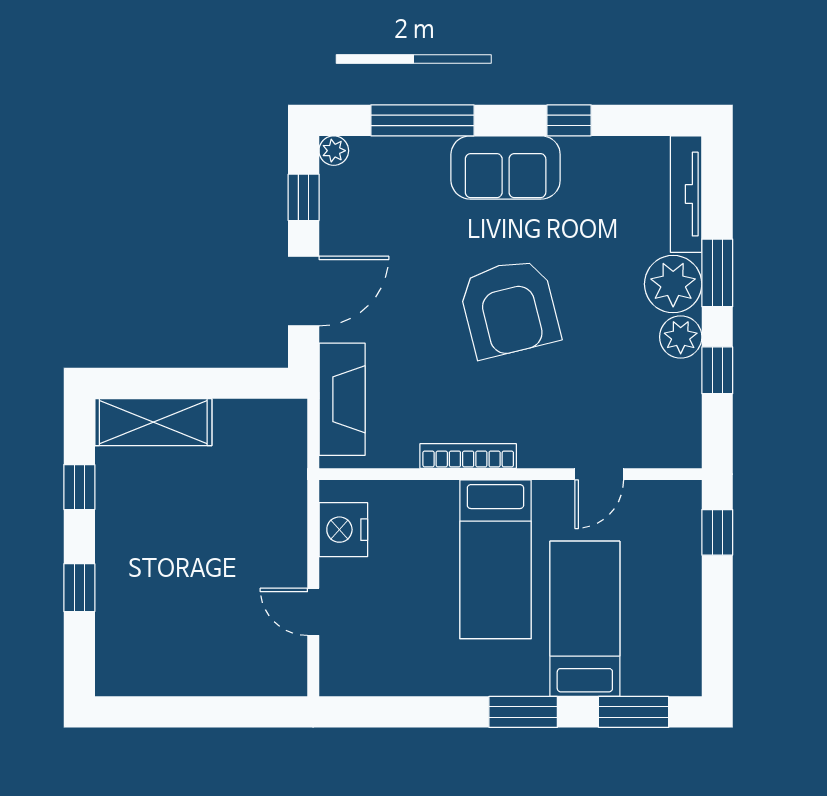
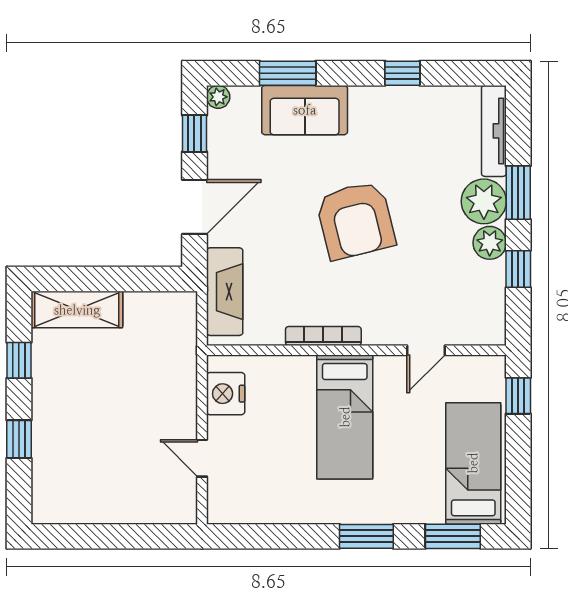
window: (422, 120) -> (288, 73), width x0.69
sofa: (506, 167) -> (305, 110), moved
bed: (585, 619) -> (473, 463), moved

